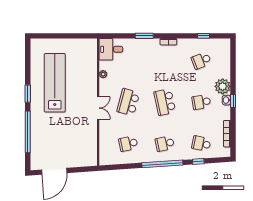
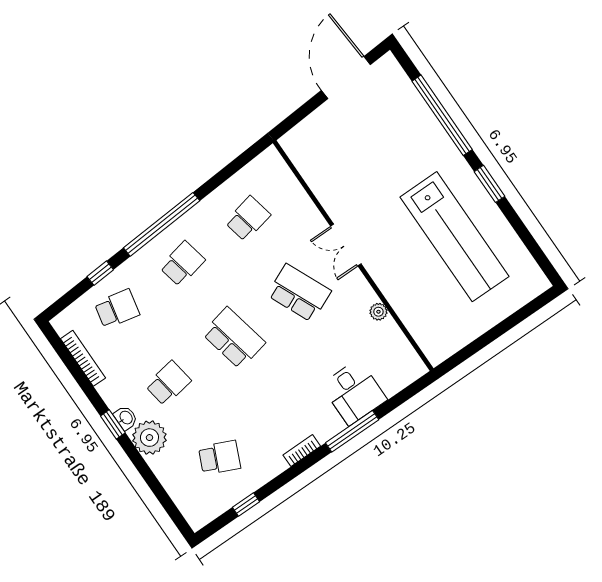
window: (144, 36) -> (352, 431), width x1.44
desk: (111, 49) -> (354, 392), moved, turned 90
school desk: (201, 61) -> (219, 458), turned 45
school desk: (128, 102) -> (299, 293), turned -39

